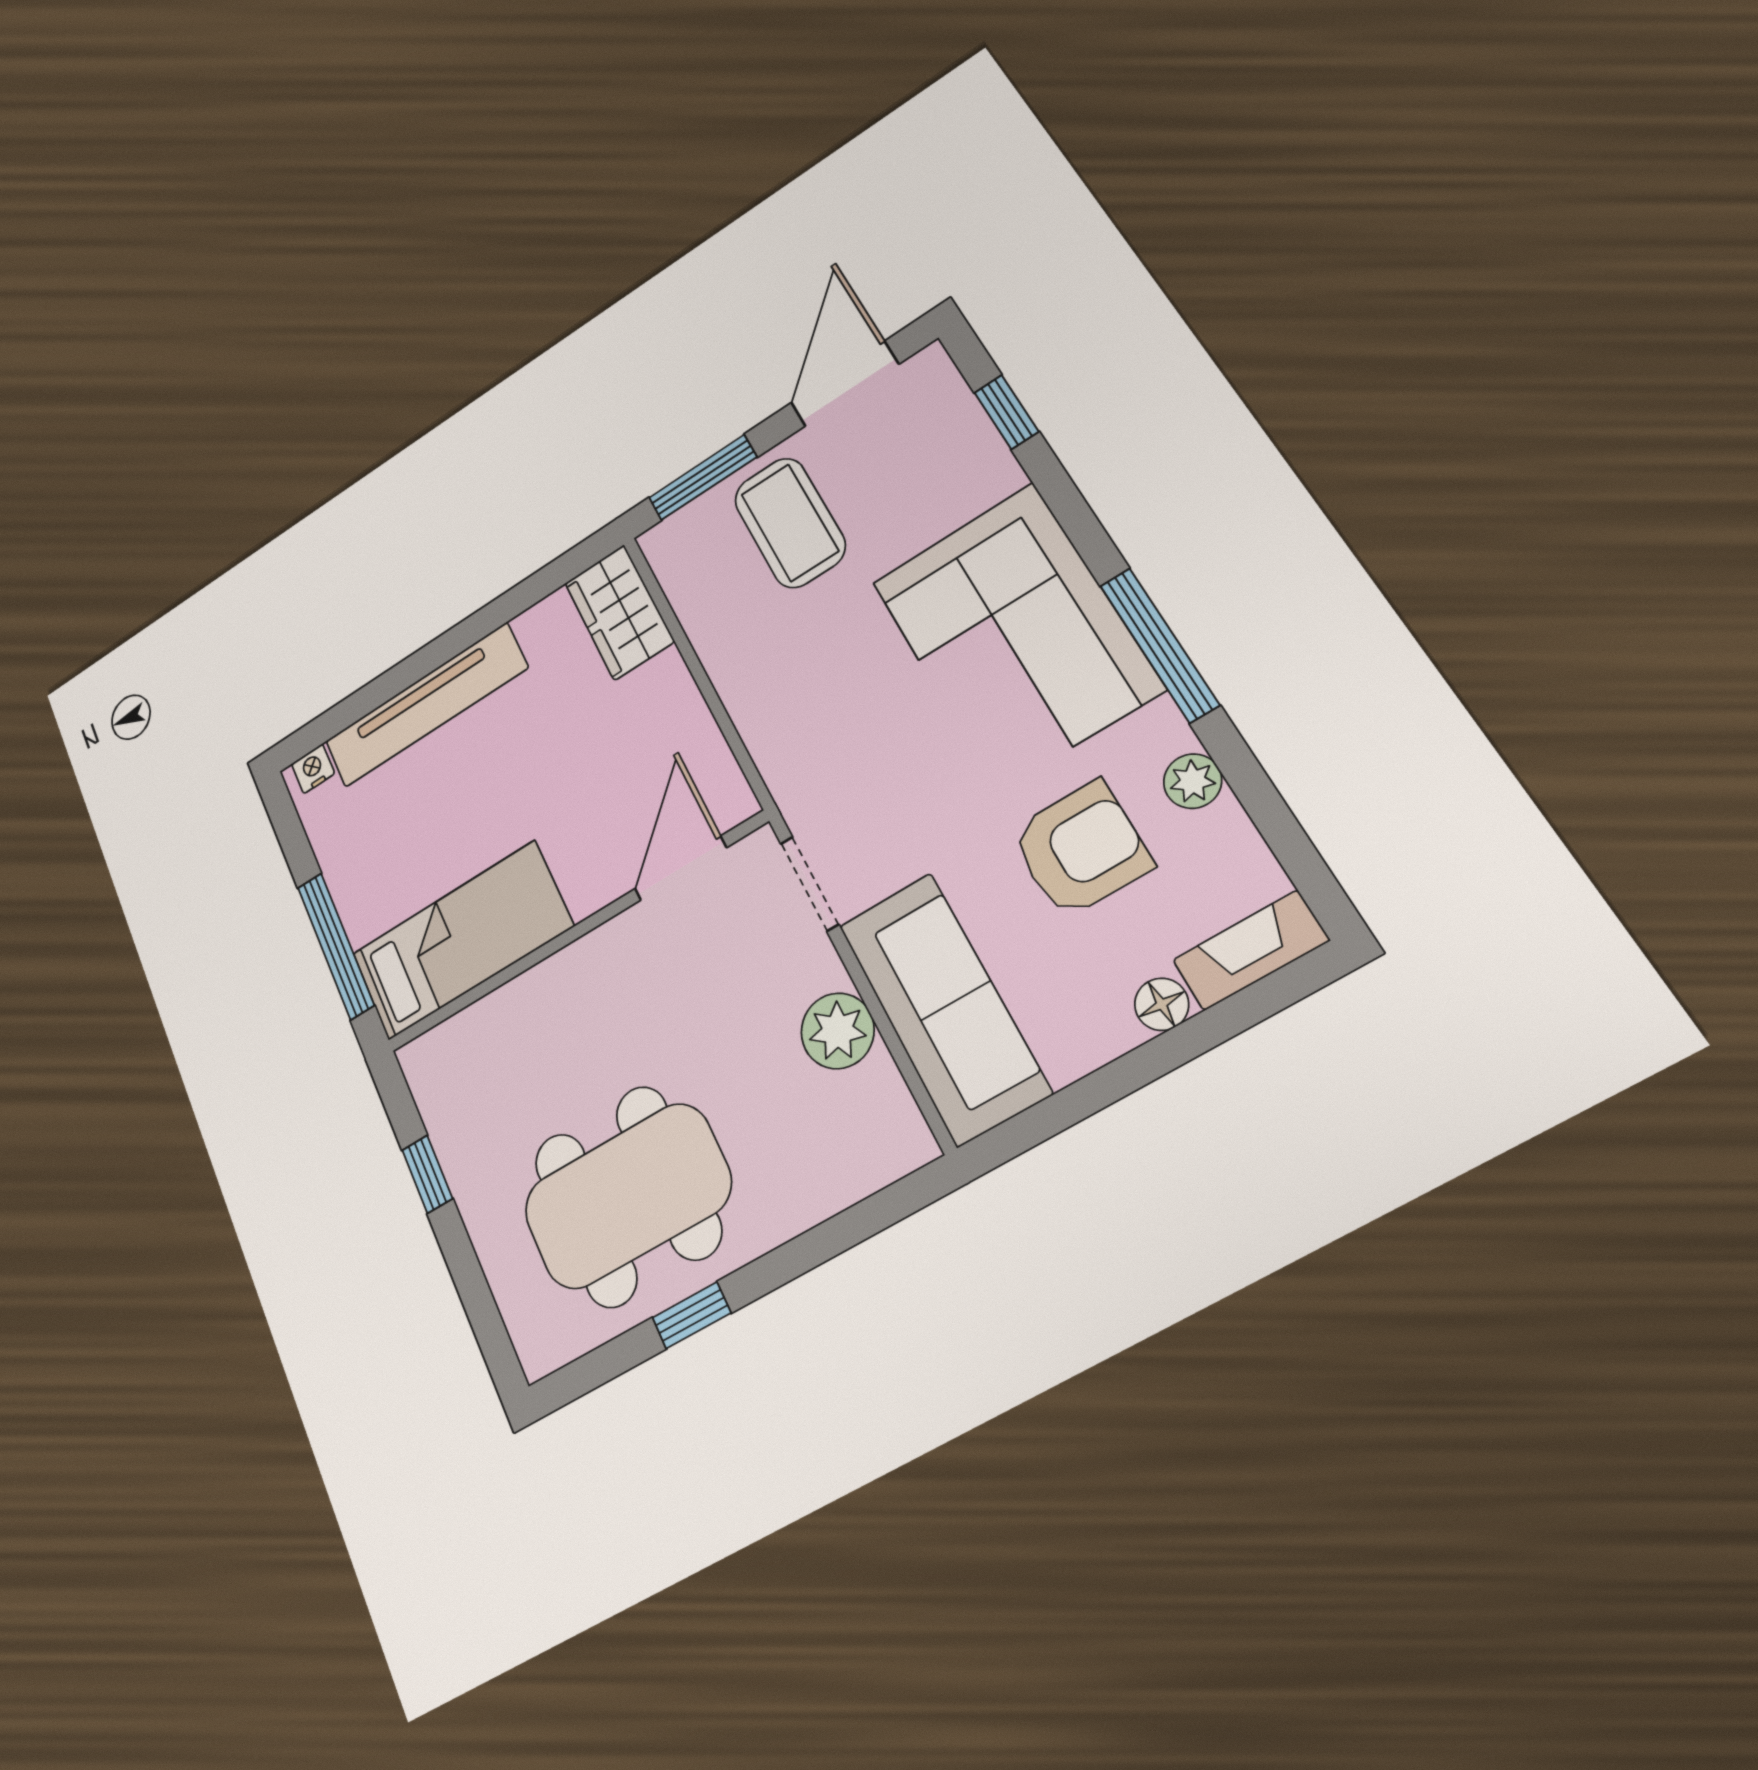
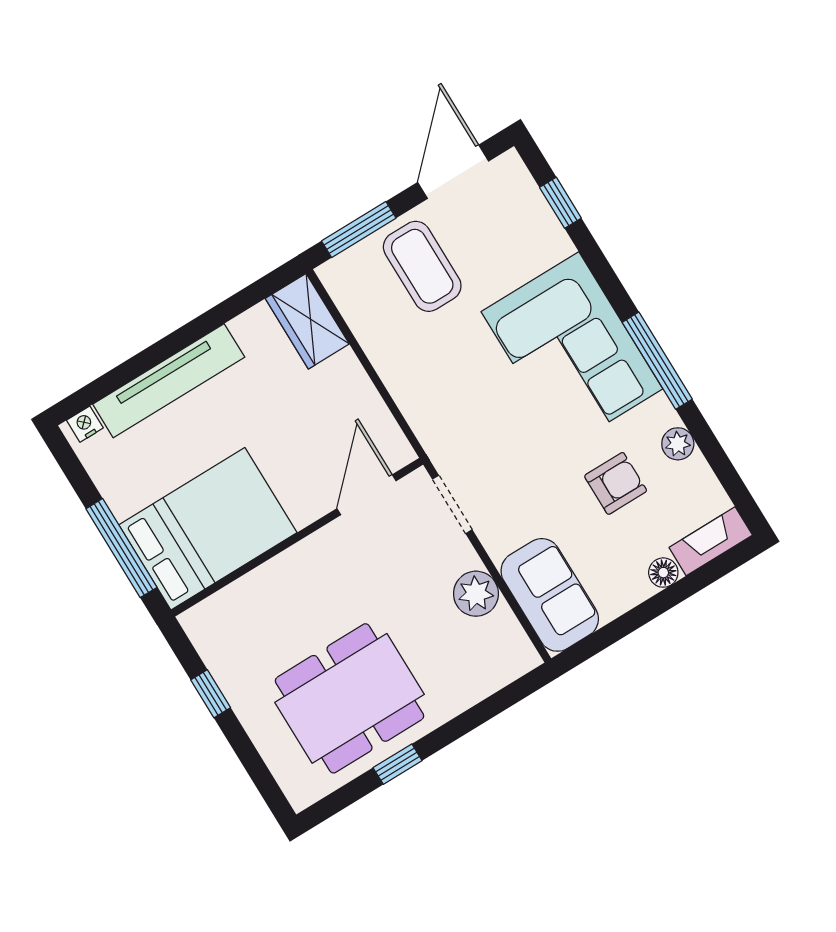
armchair: (1081, 849) -> (616, 483), width x0.72, depth x0.72
bed: (462, 940) -> (208, 529), width x1.50
sofa: (943, 1008) -> (550, 595), width x0.73

